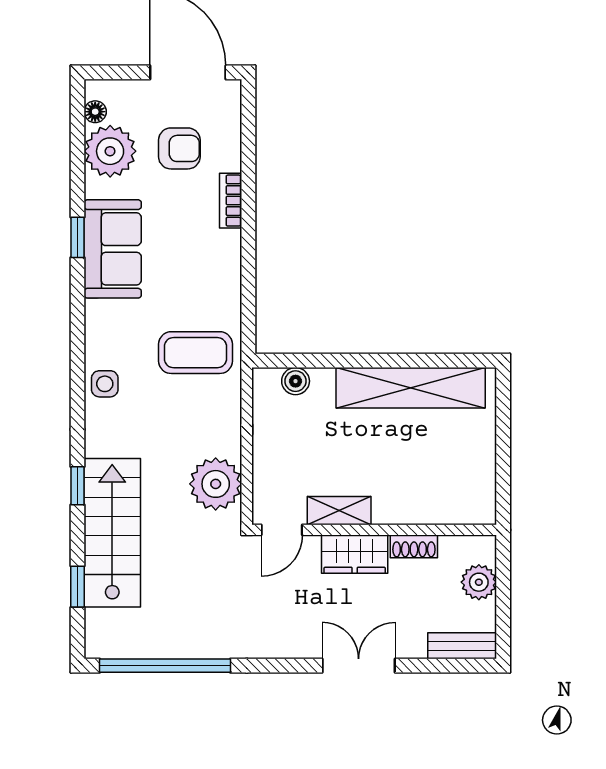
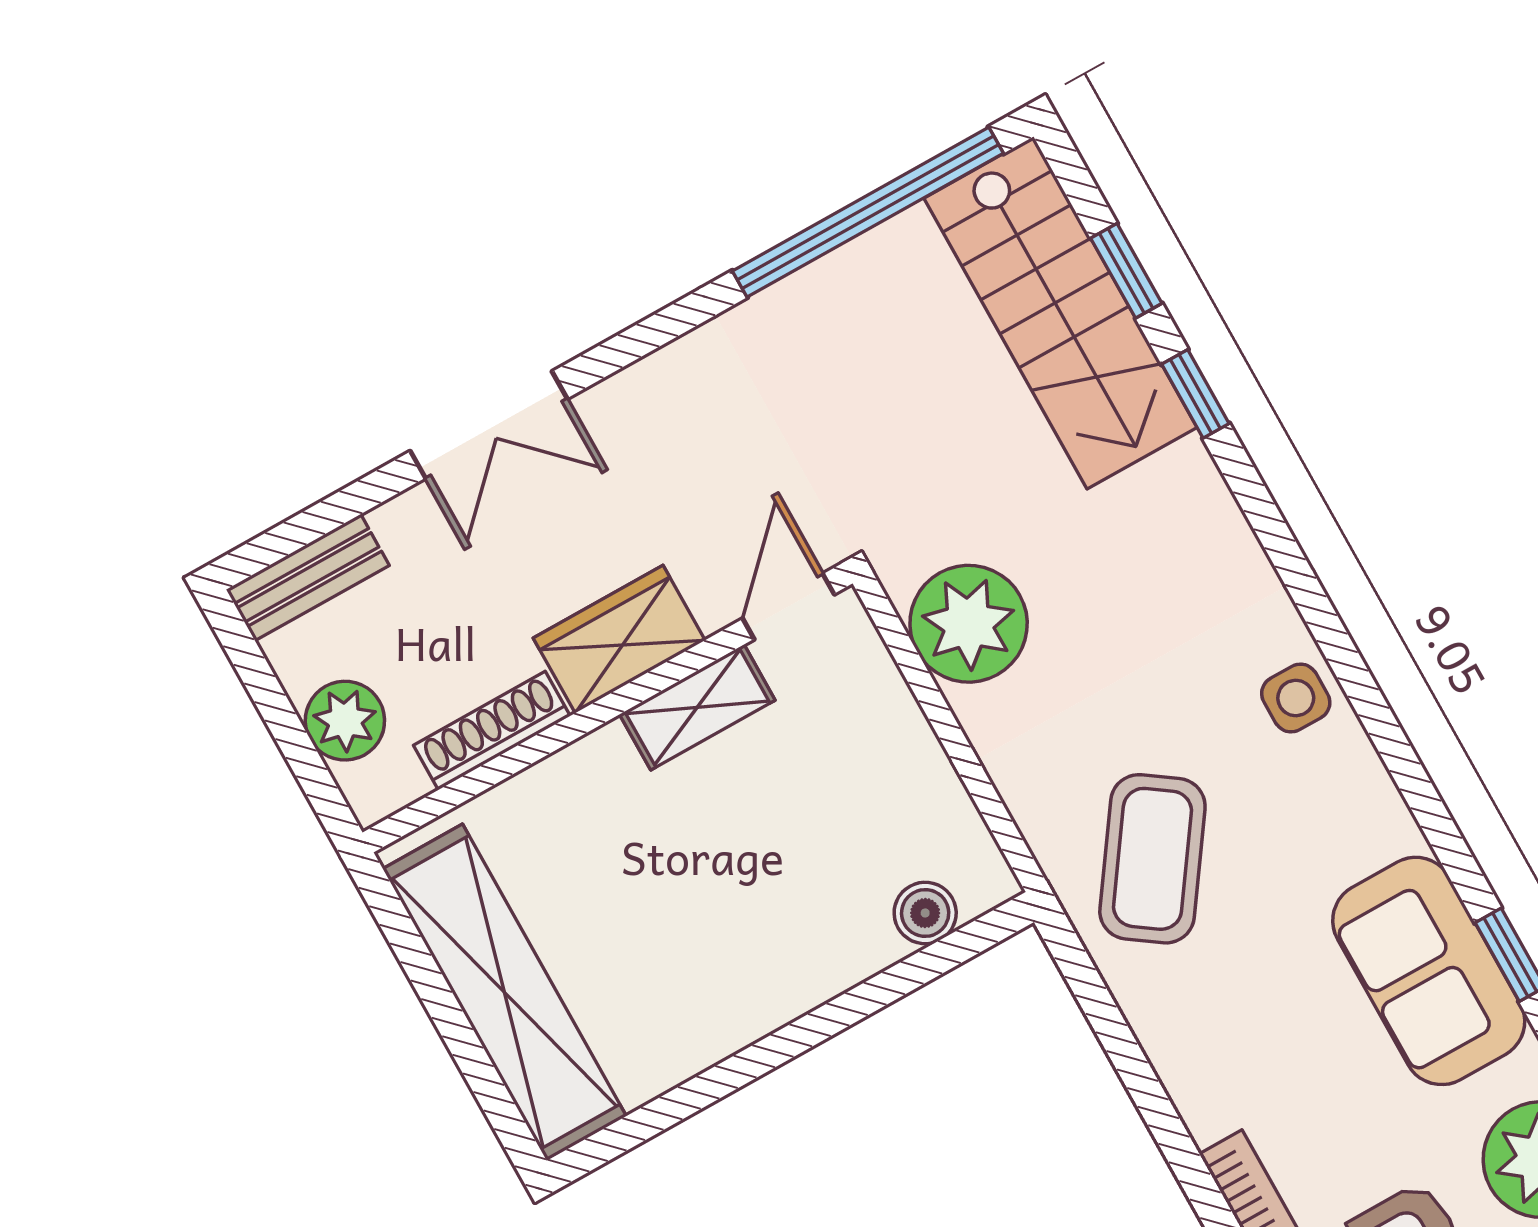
coffee table: (195, 353) -> (1152, 859), turned -55
shelving: (411, 388) -> (504, 992), moved, turned 90
window: (78, 486) -> (1195, 394), moved
stairs: (112, 533) -> (1060, 313), moved
shoe rack: (414, 546) -> (492, 731), width x1.43

